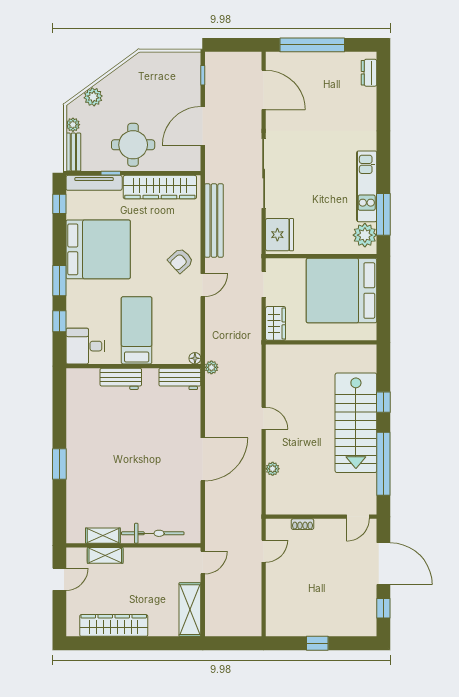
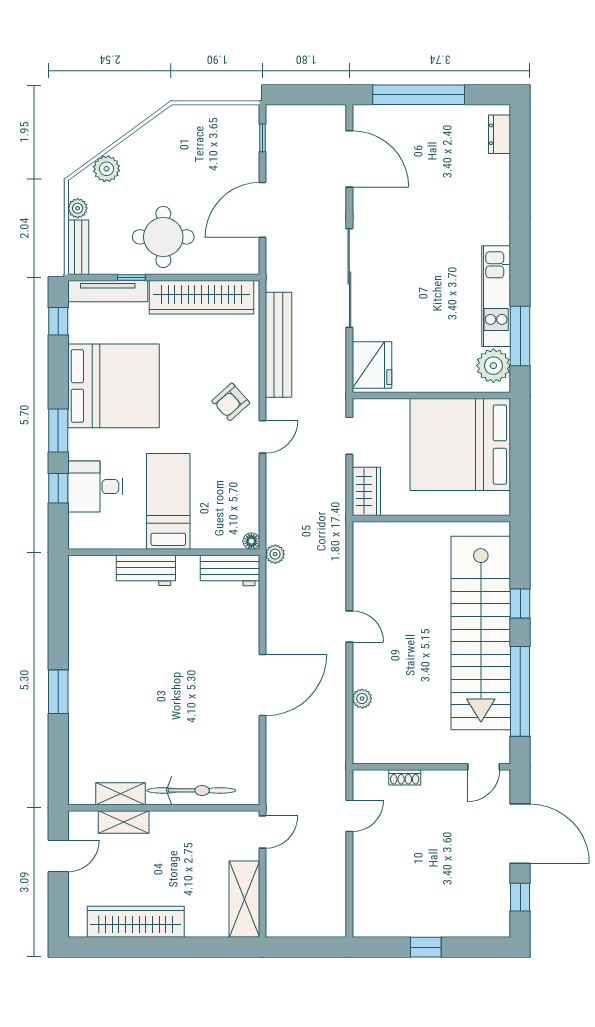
desk: (85, 346) -> (95, 487), moved
stairs: (356, 423) -> (481, 633), width x1.36

